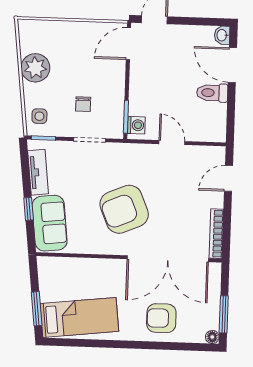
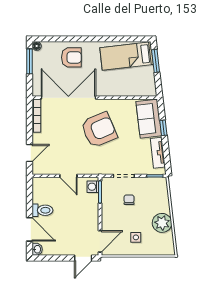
side table: (39, 116) -> (136, 237), moved

